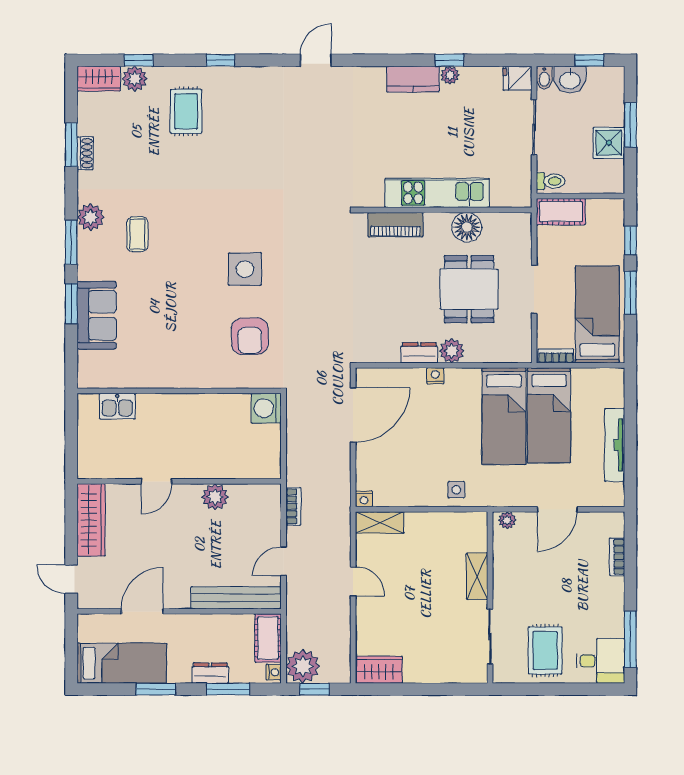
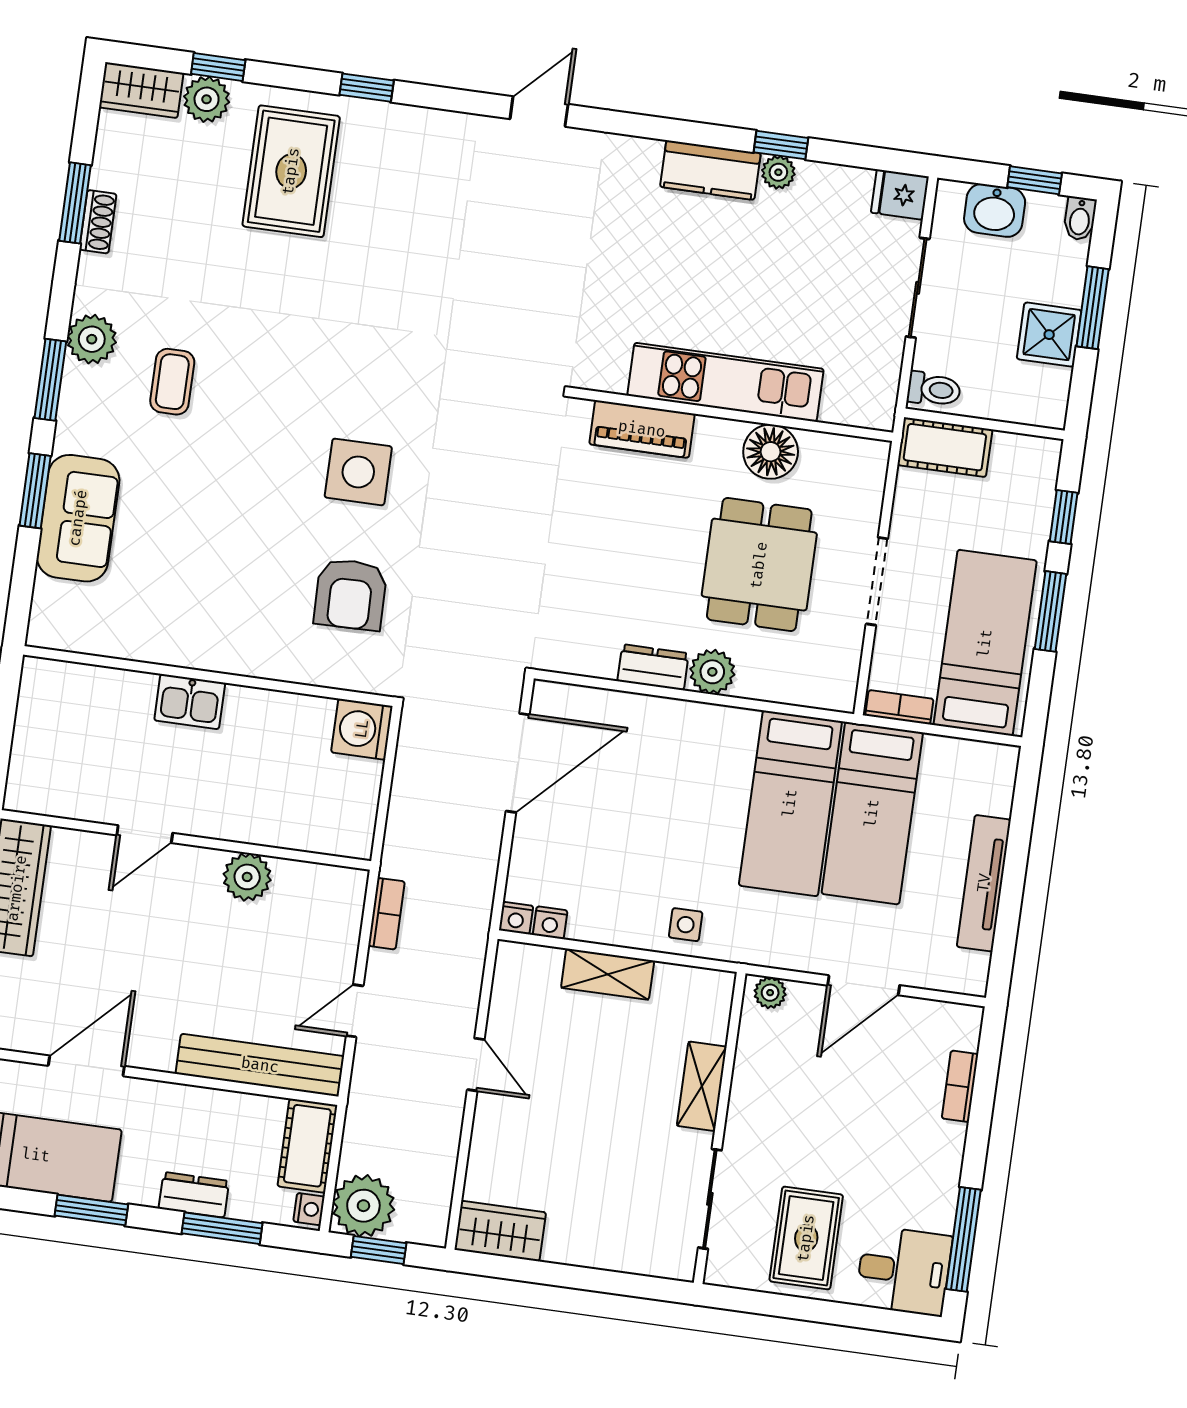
bidet: (544, 78) -> (1080, 219), moved
rug: (186, 111) -> (291, 171), width x1.36, depth x1.43
nightstand: (435, 376) -> (550, 923), moved, turned 180
kitchen sink: (117, 406) -> (190, 702), moved
shelving: (380, 522) -> (608, 974), moved

